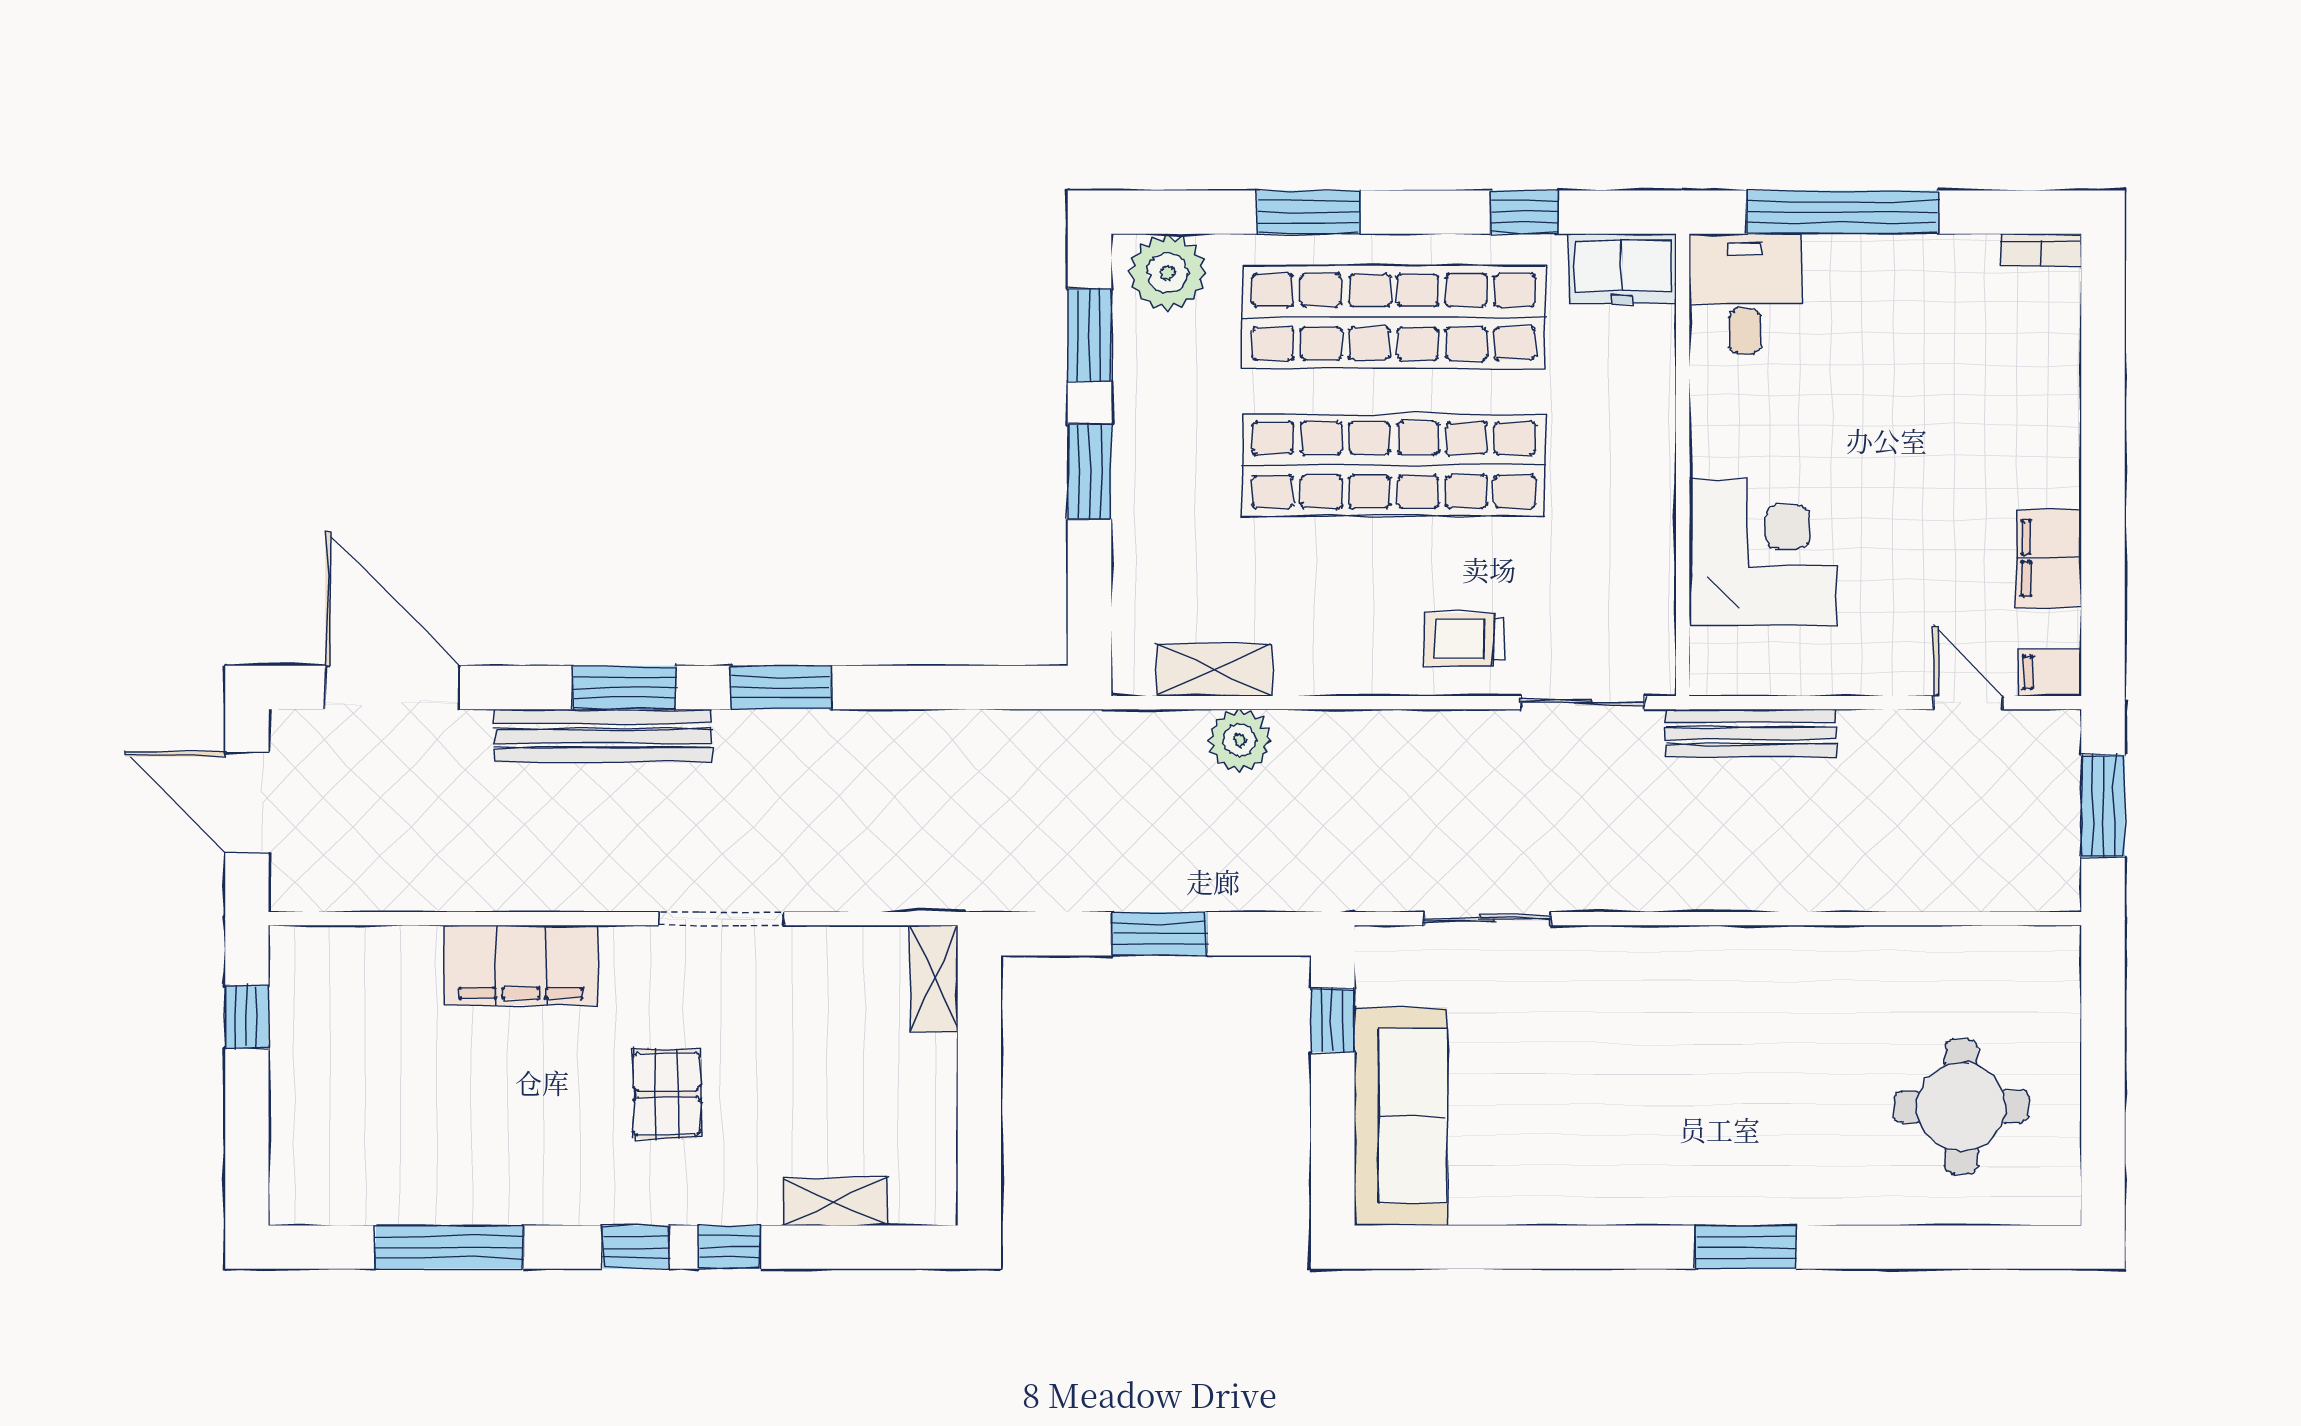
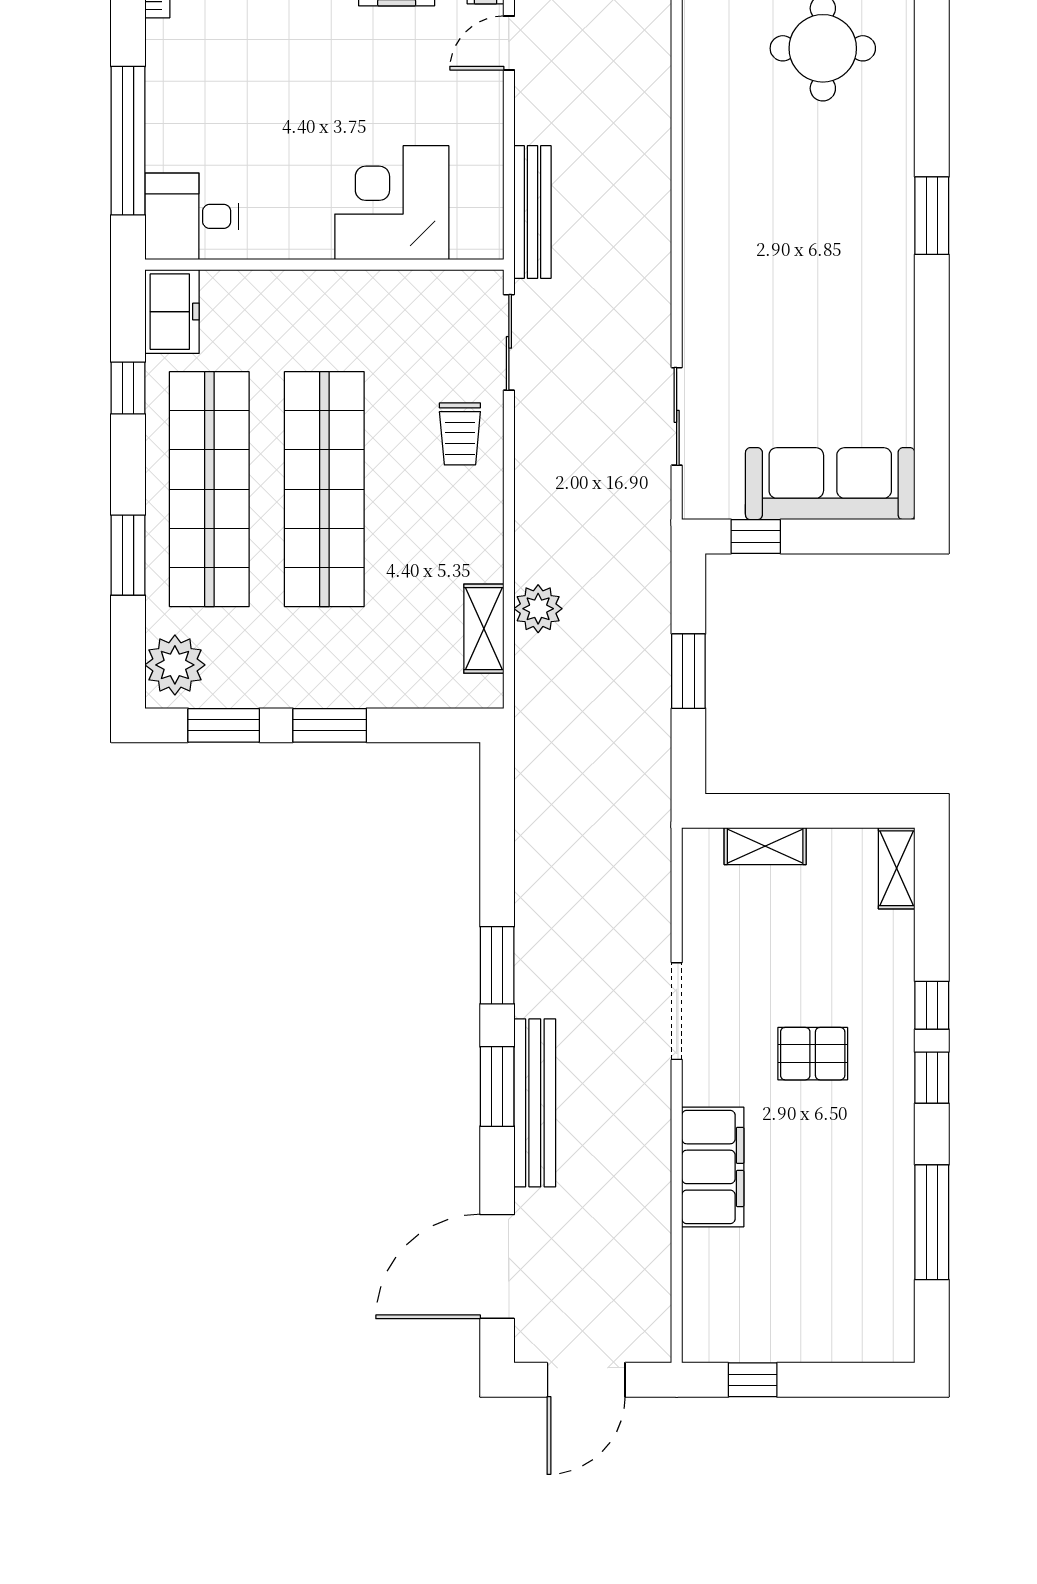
shelving: (934, 978) -> (765, 846), moved
shelving: (835, 1202) -> (897, 868), moved

